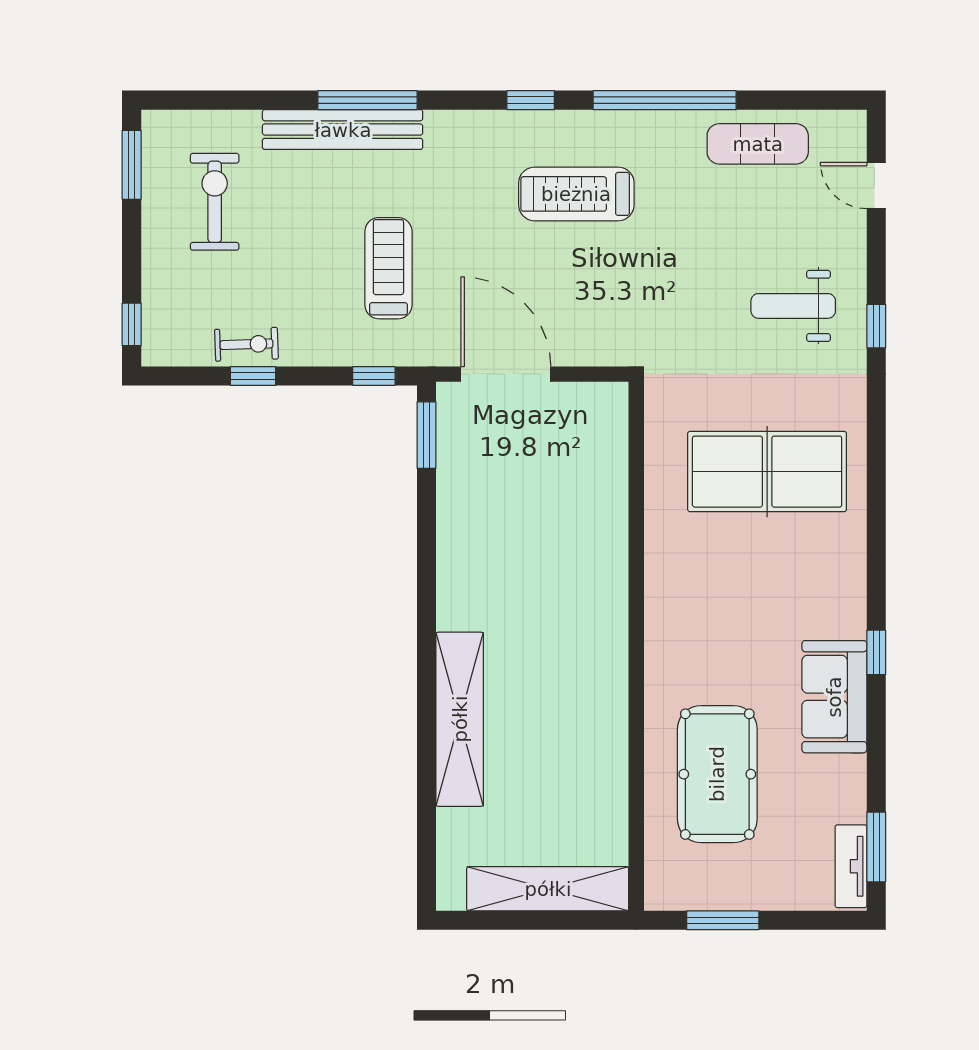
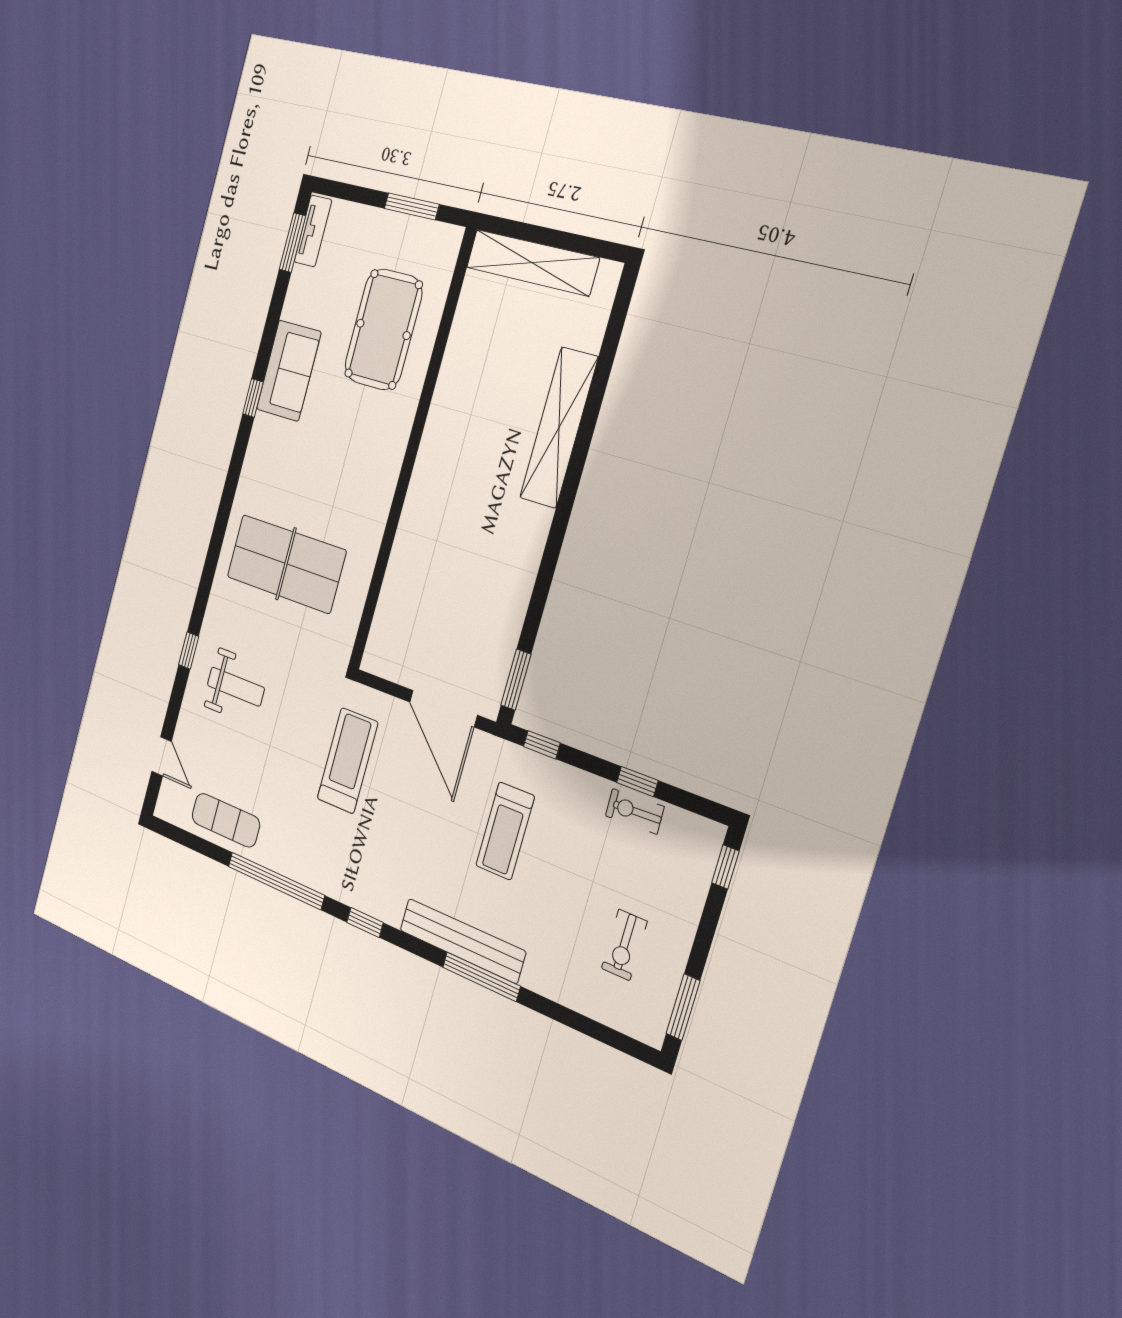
bench: (343, 130) -> (462, 941), moved
treadmill: (576, 194) -> (347, 761), moved, turned -90
exercise bike: (215, 202) -> (624, 945), width x0.73, depth x0.72

